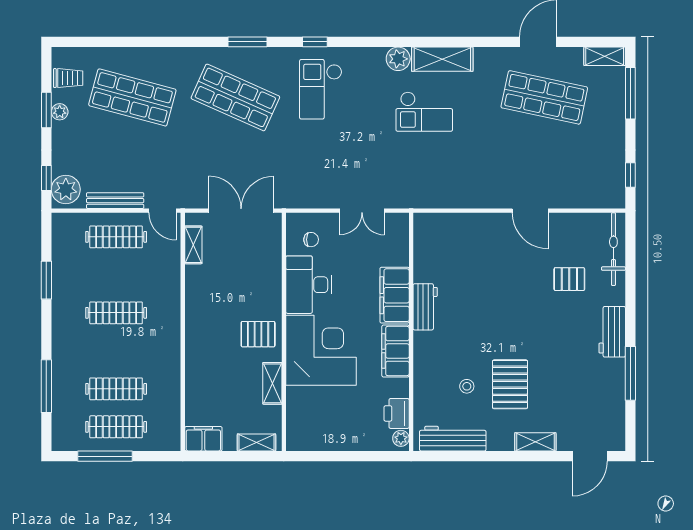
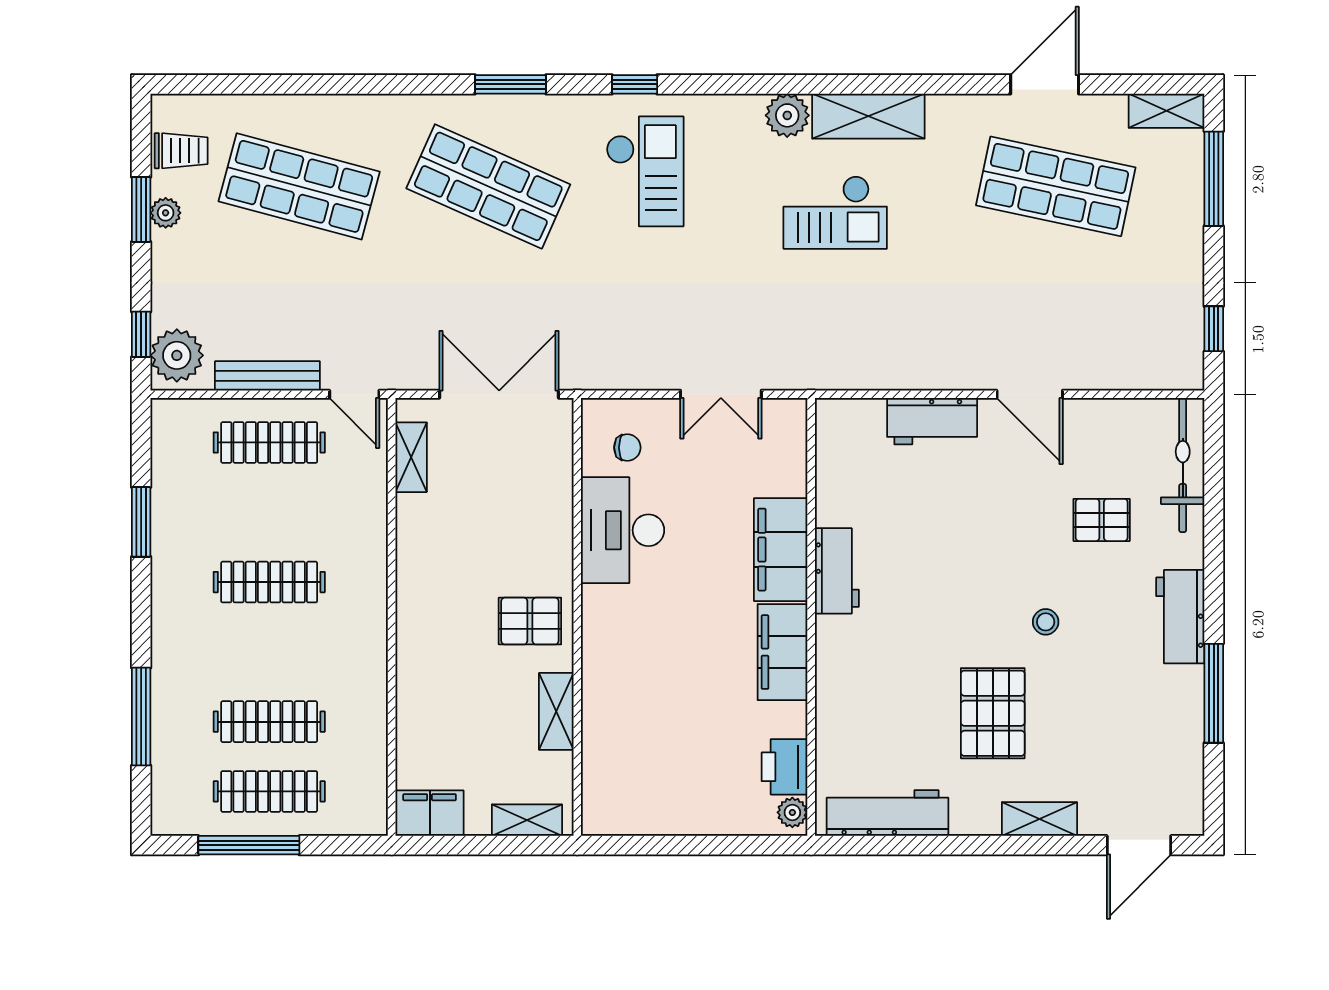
checkout: (321, 89) -> (645, 171), turned 180
workbench: (477, 225) -> (932, 421), added
corner desk: (321, 350) -> (645, 651), removed
stool: (467, 386) -> (1046, 622), moved

